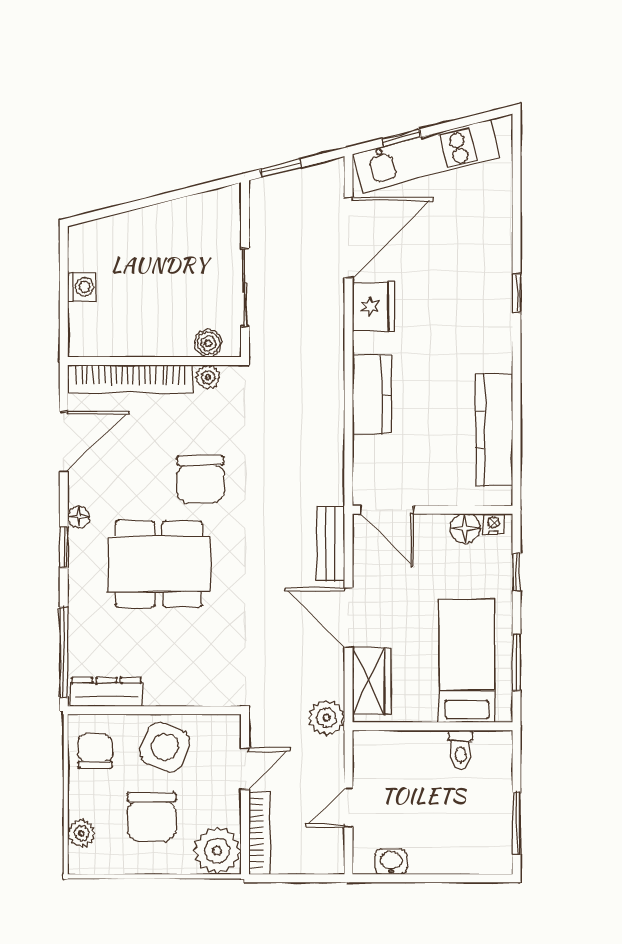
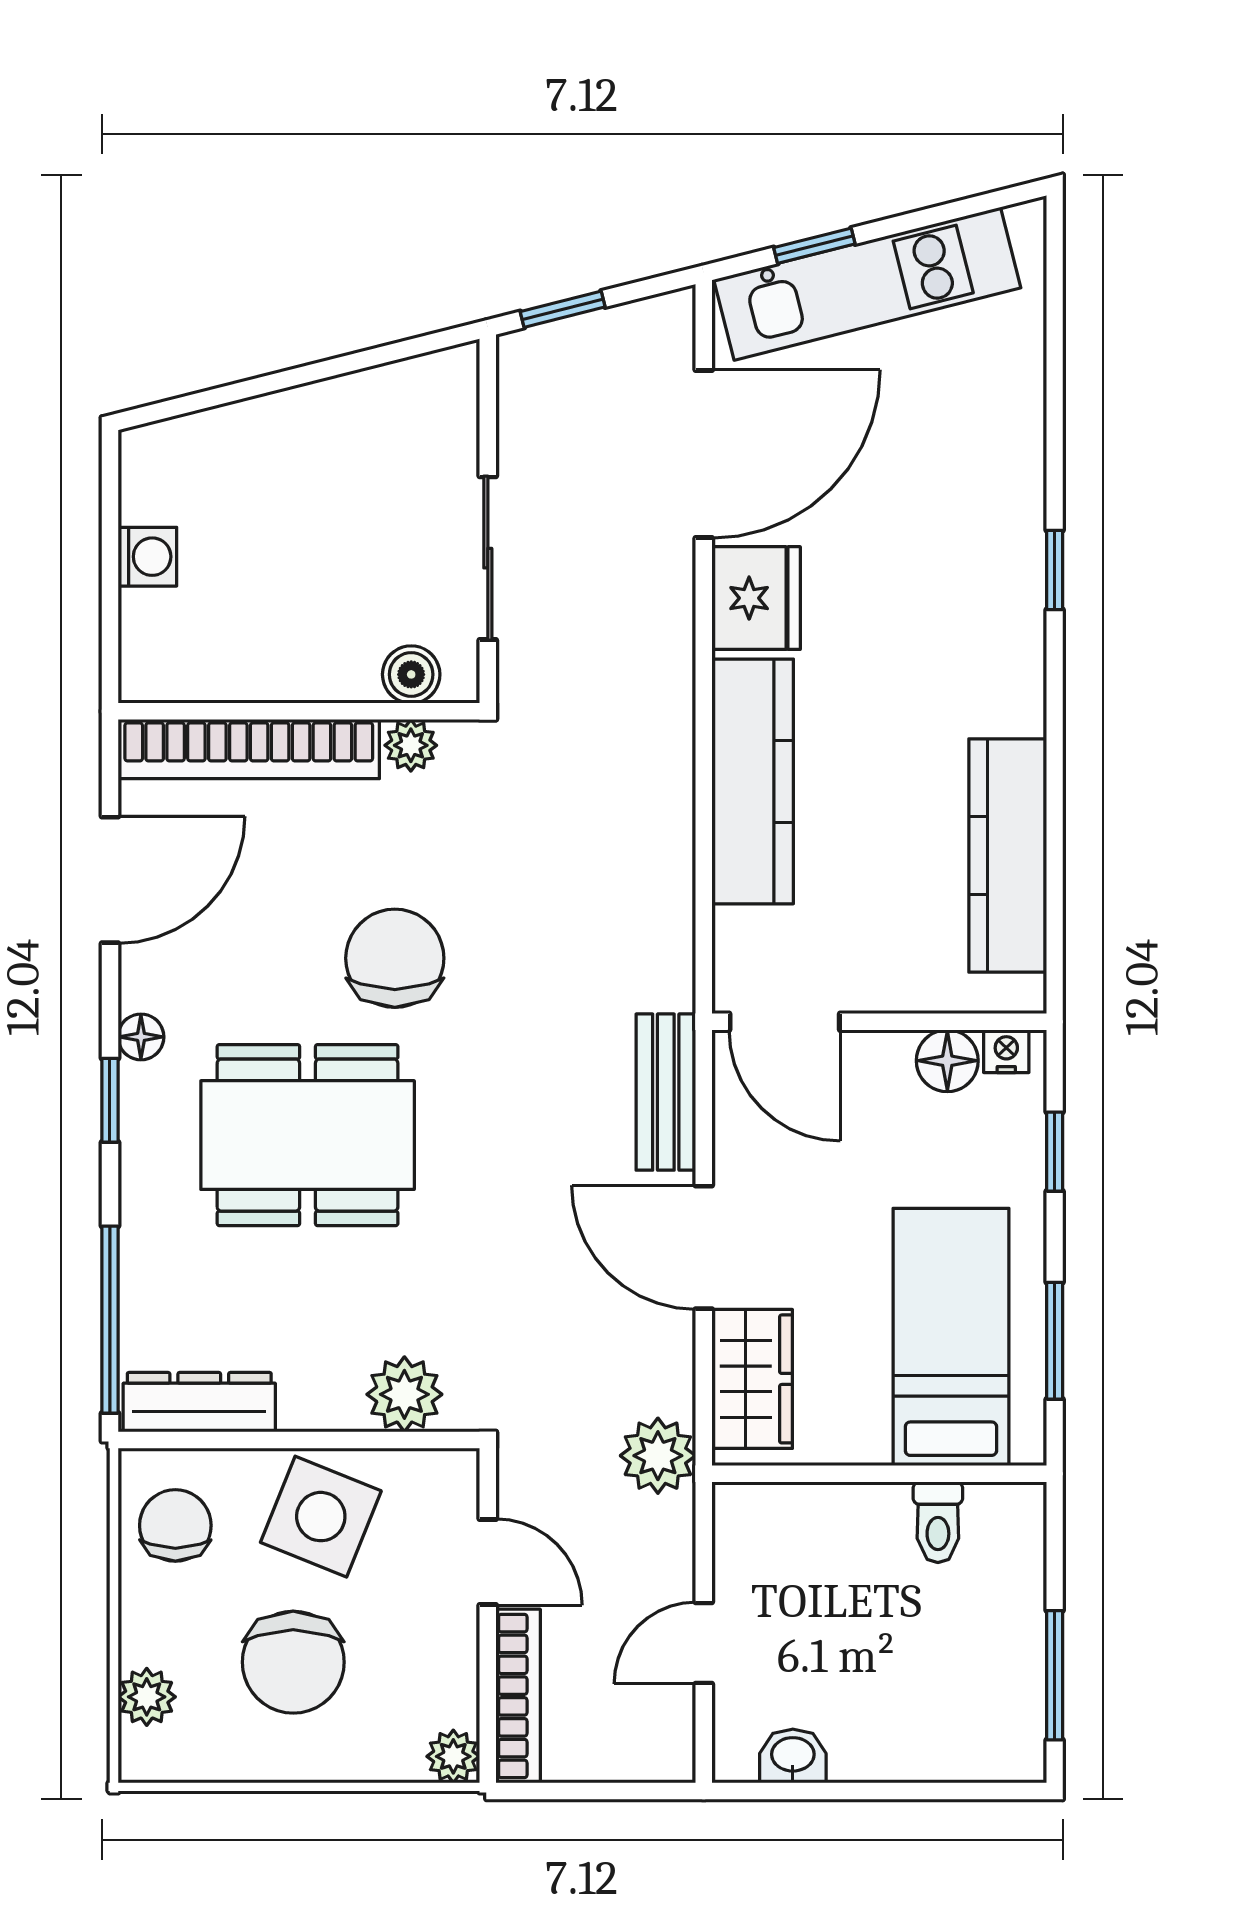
kitchen counter: (372, 395) -> (753, 781), width x1.50
chair: (200, 479) -> (395, 958), turned 180
plant: (205, 688) -> (404, 1394), added
door: (245, 769) -> (488, 1562), hinge flipped
plant: (217, 851) -> (453, 1756), width x0.53, depth x0.53

